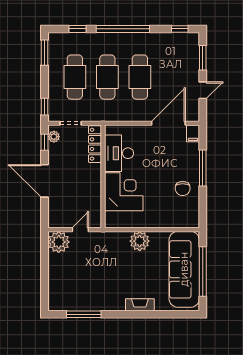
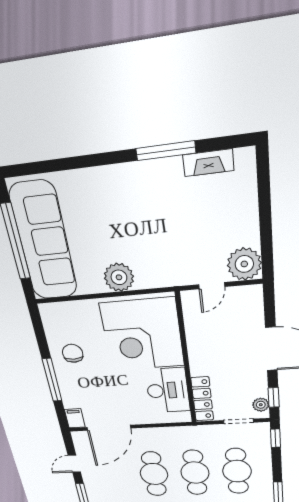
corner desk: (124, 192) -> (142, 335), width x1.36, depth x1.36
fireplace: (140, 305) -> (208, 163), moved
window: (84, 314) -> (166, 151), moved

